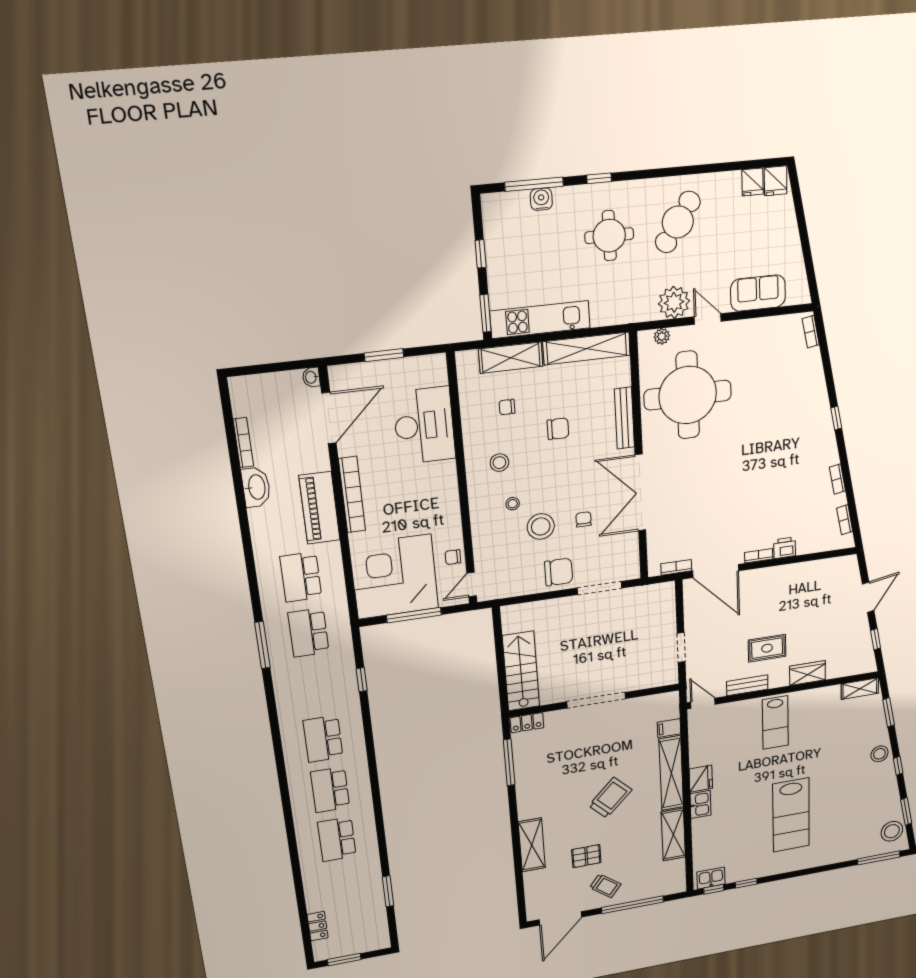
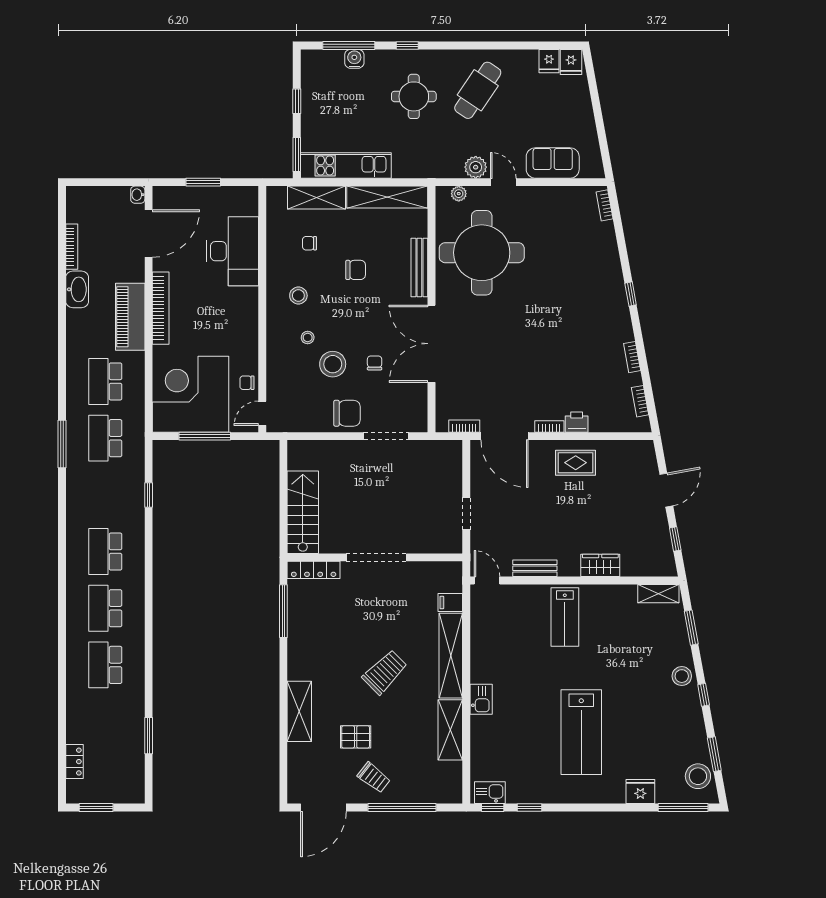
plant: (674, 302) -> (476, 167), width x0.73, depth x0.73
rug: (767, 648) -> (576, 463), moved
locker: (527, 723) -> (314, 570), width x1.53
fridge: (701, 779) -> (640, 791), moved, turned -90

